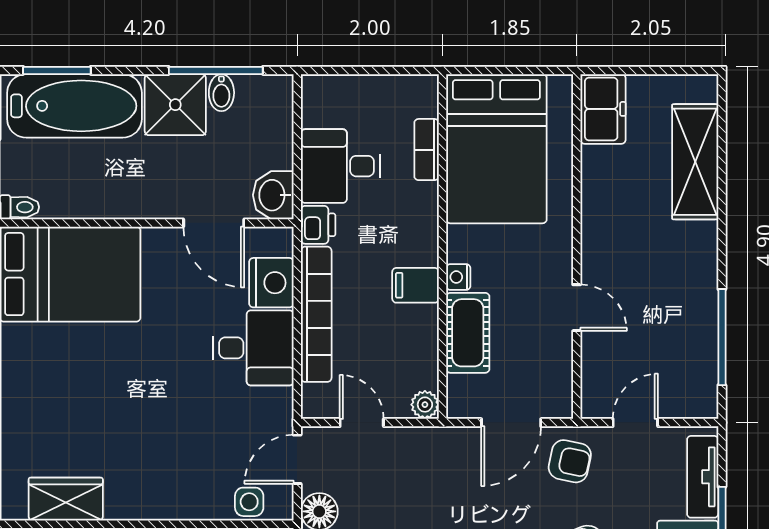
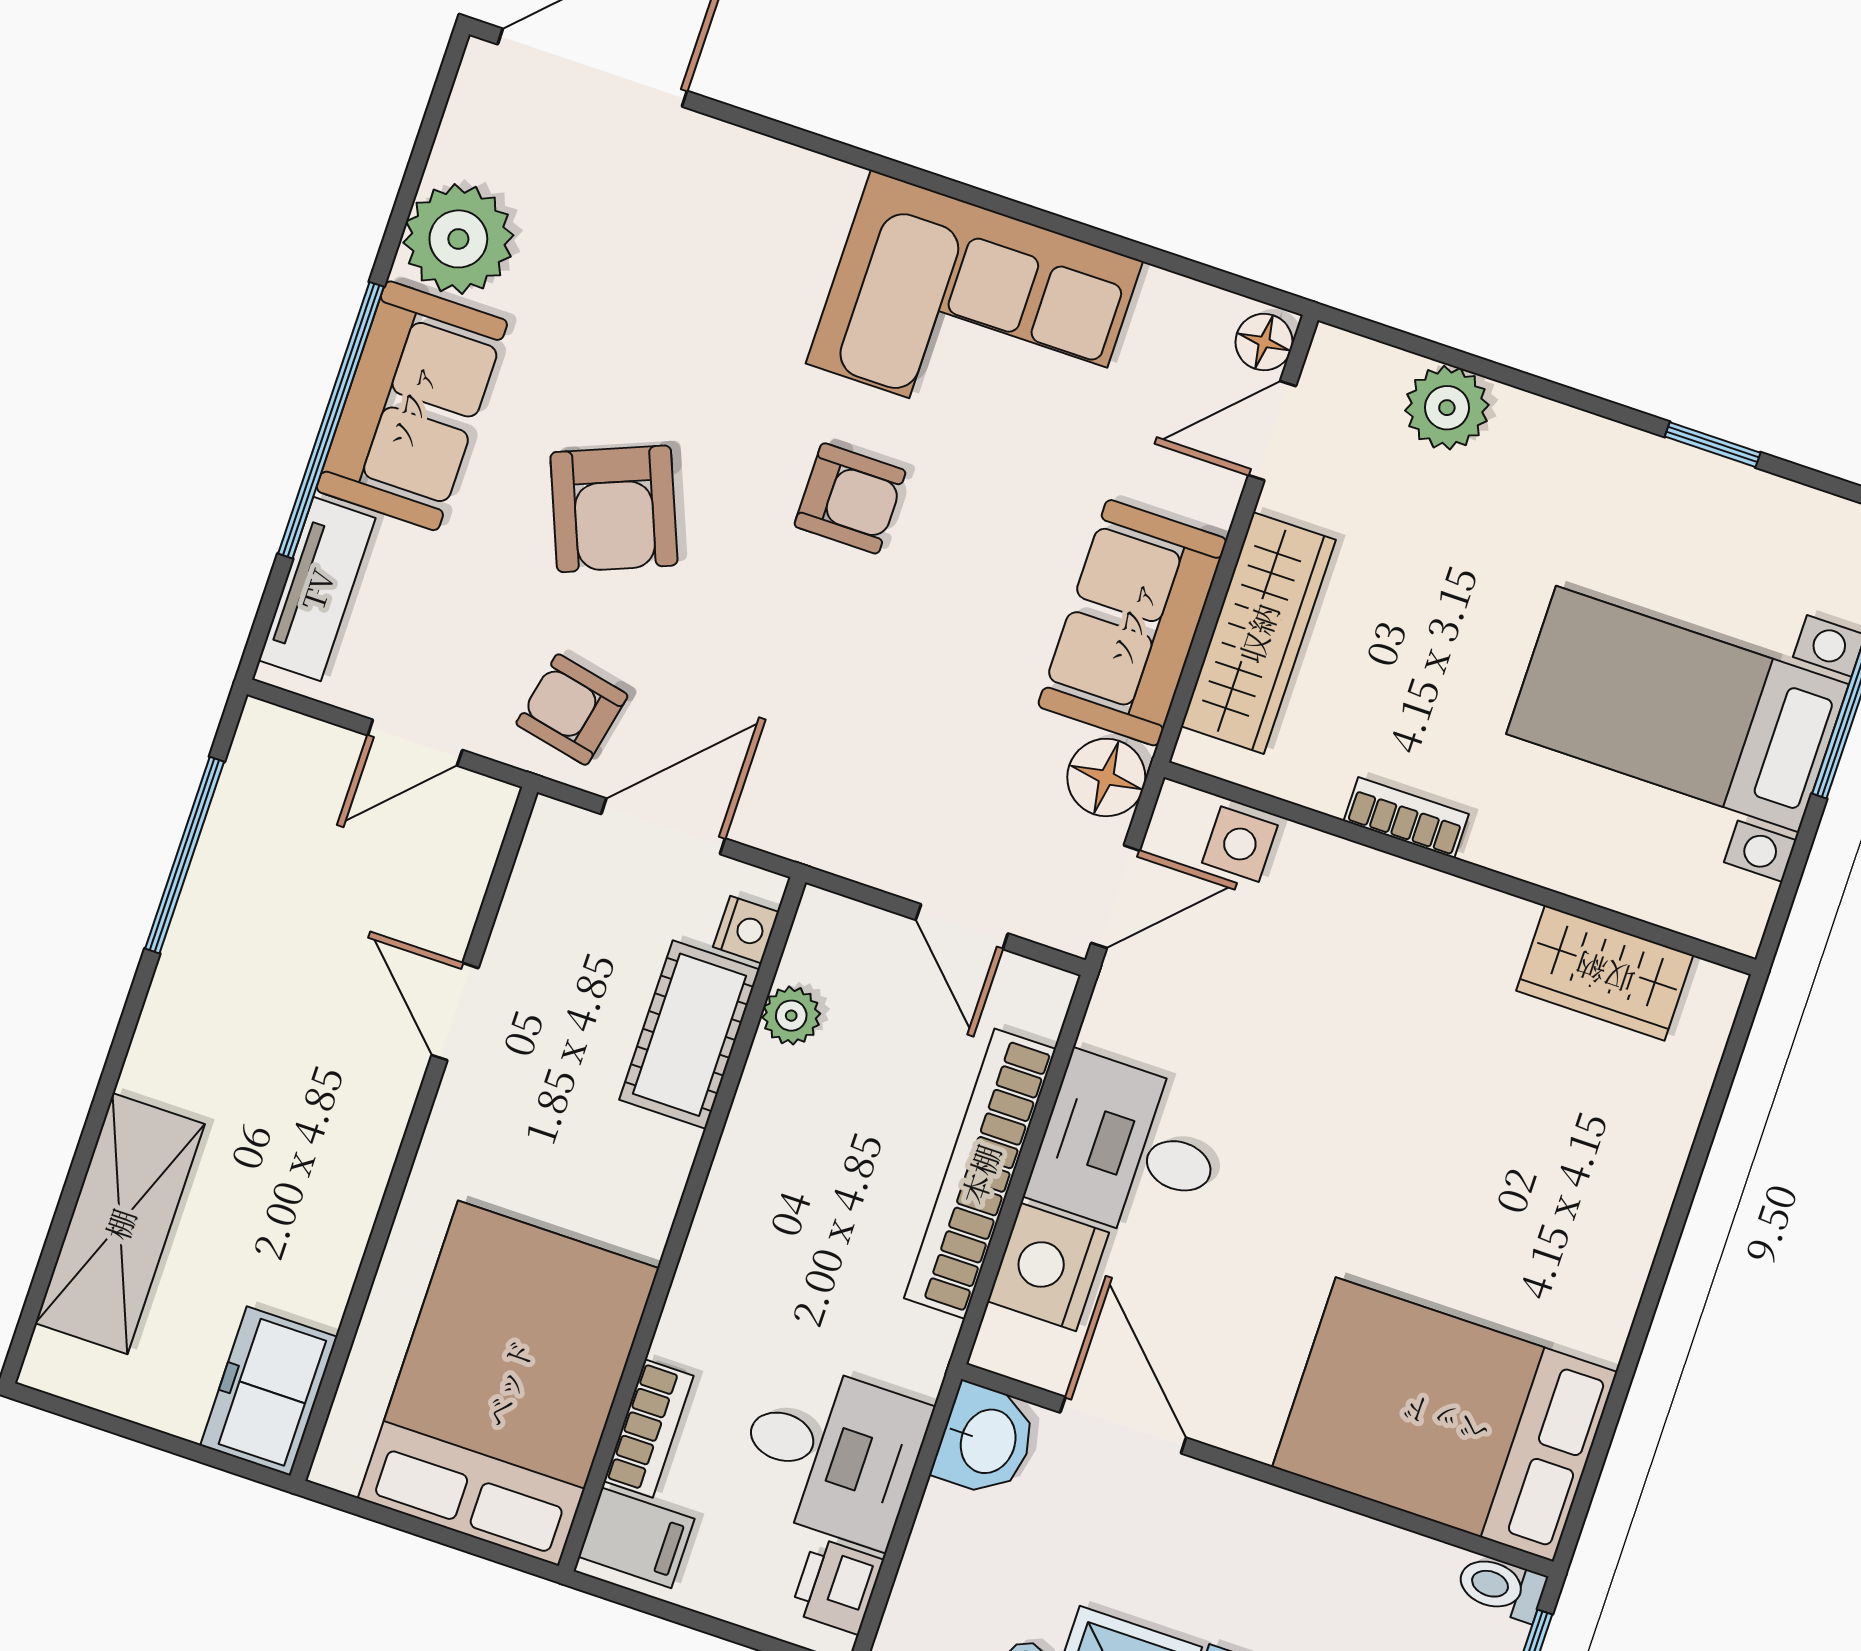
printer: (318, 225) -> (837, 1586), moved
nightstand: (458, 277) -> (746, 930), moved
filing cabinet: (415, 285) -> (636, 1538), moved
plant: (425, 405) -> (791, 1016), moved

